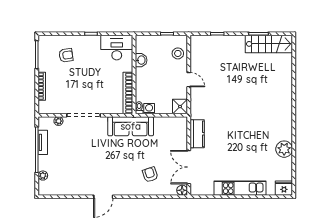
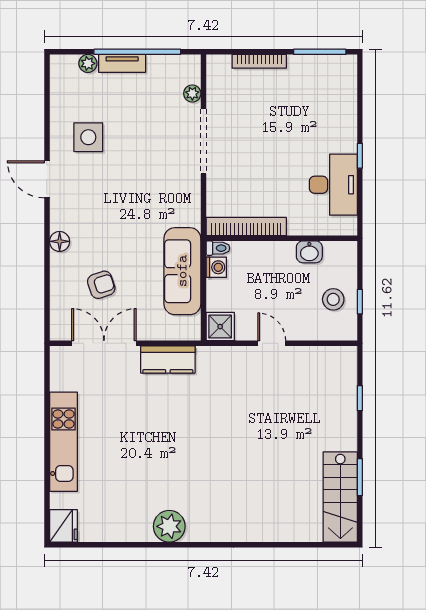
desk: (117, 48) -> (333, 185), moved
stool: (178, 53) -> (333, 299), moved
armchair: (66, 55) -> (318, 108), removed
door: (189, 80) -> (272, 343), swing flipped
sofa: (131, 126) -> (182, 271), moved
tv unit: (43, 142) -> (122, 63), moved
plant: (284, 149) -> (169, 526), moved
side table: (81, 175) -> (88, 137), added
armchair: (150, 175) -> (101, 285), moved
floor lamp: (182, 190) -> (60, 241), moved

